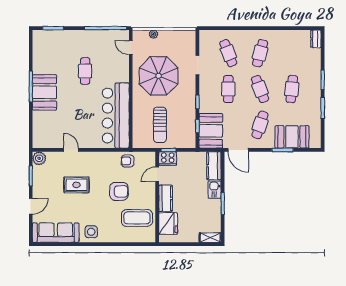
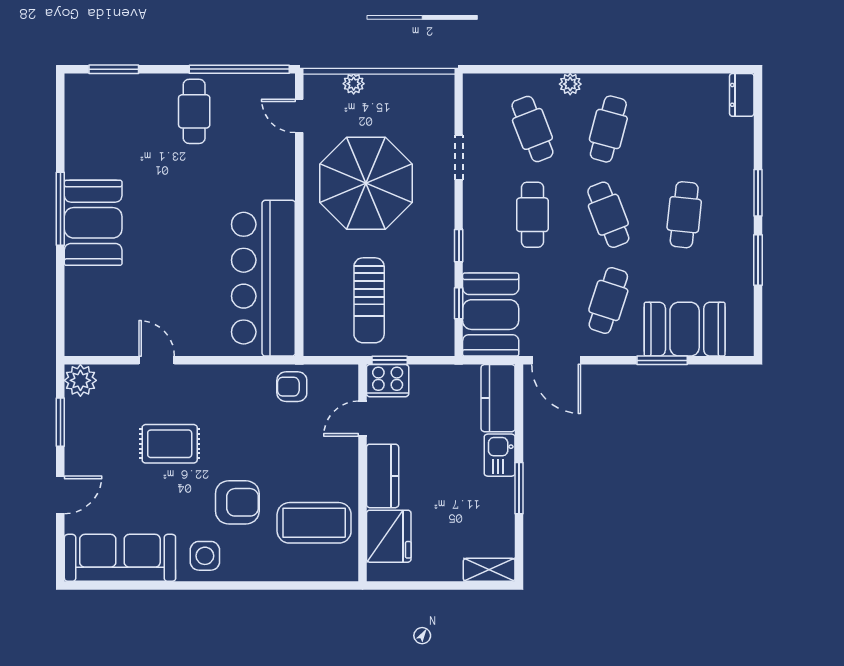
plant: (244, 34) -> (570, 84), added
cafe table: (85, 71) -> (194, 111), moved
armchair: (119, 191) -> (237, 502), moved

